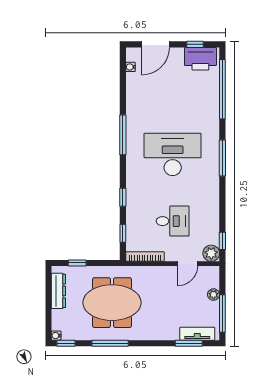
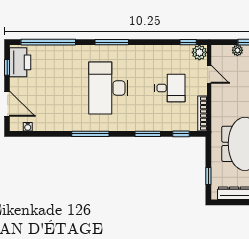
window: (123, 197) -> (148, 134), width x1.50
desk: (173, 221) -> (170, 88), turned 90

